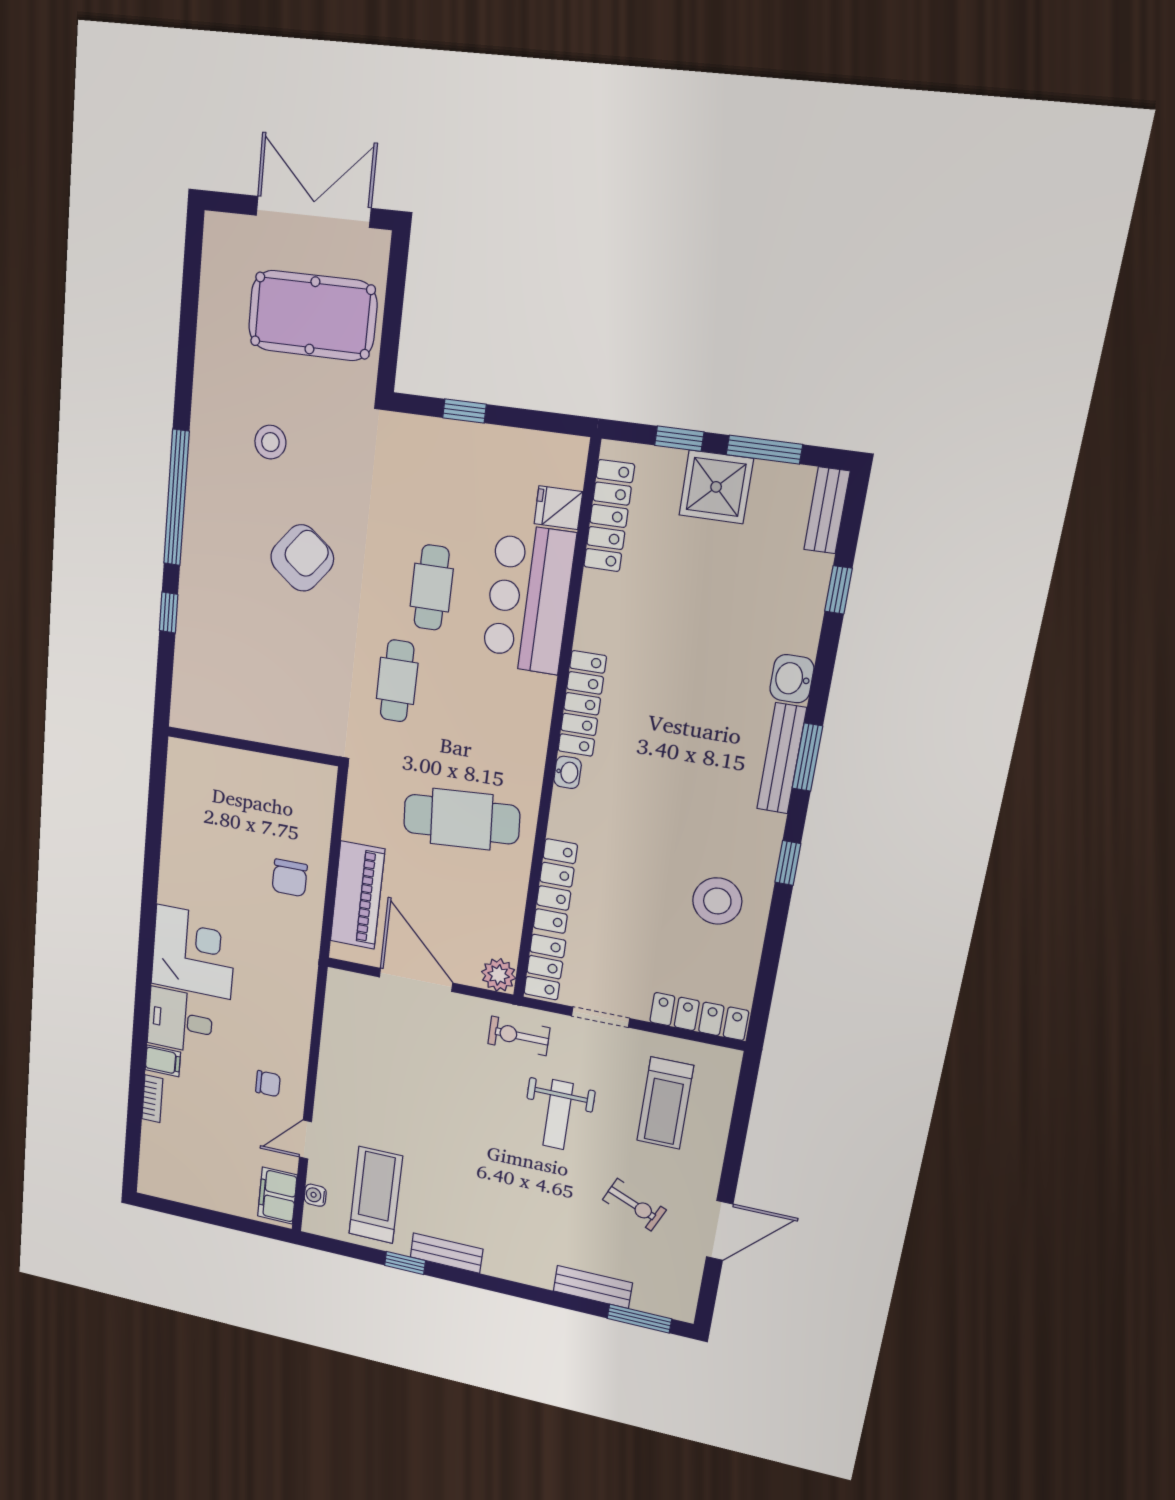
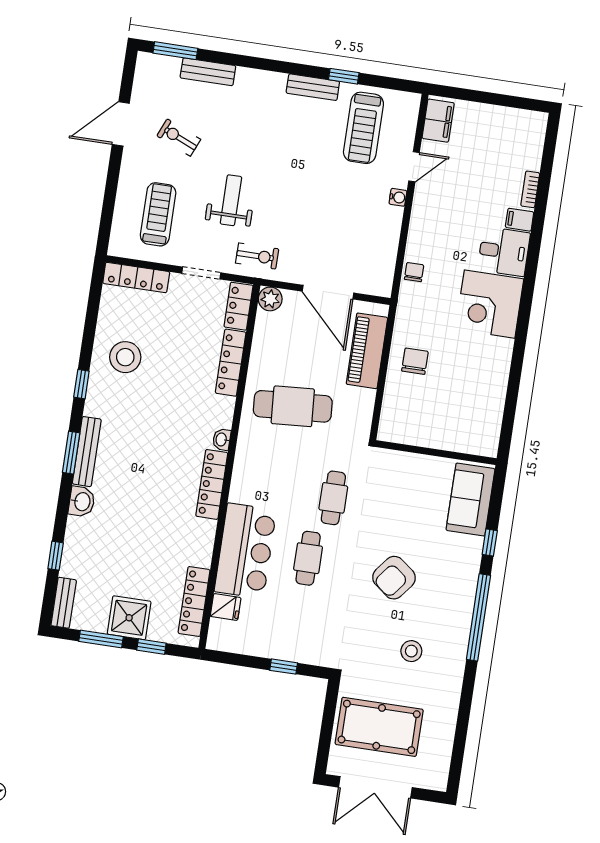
sofa: (200, 677) -> (470, 499), added
chair: (268, 1084) -> (414, 272), moved, turned 90
water cooler: (315, 1195) -> (398, 197), moved

